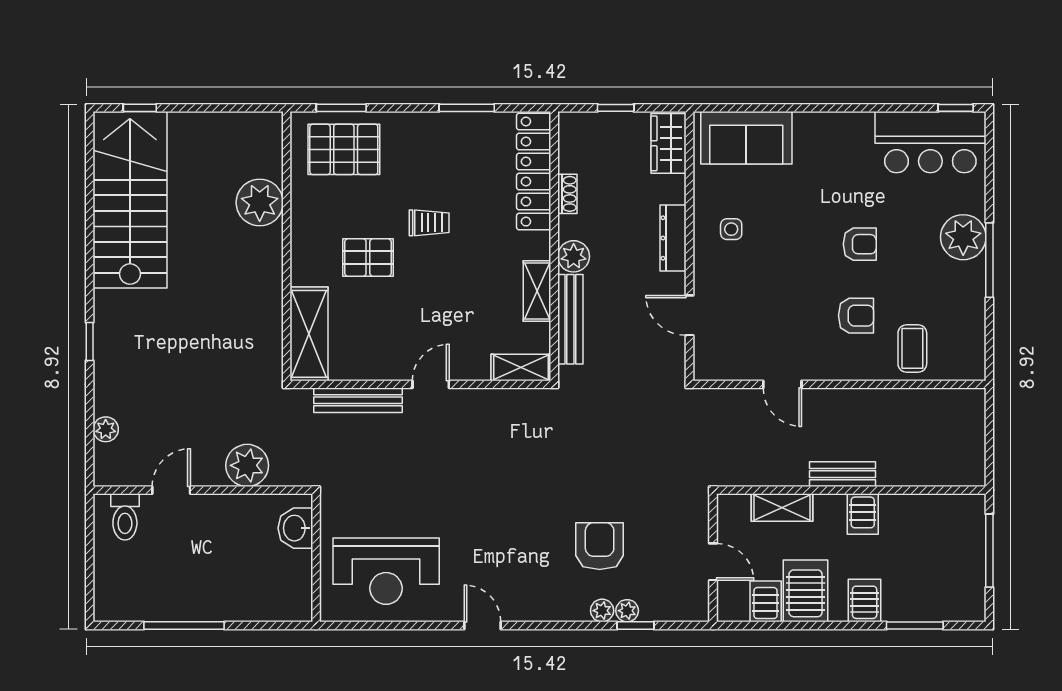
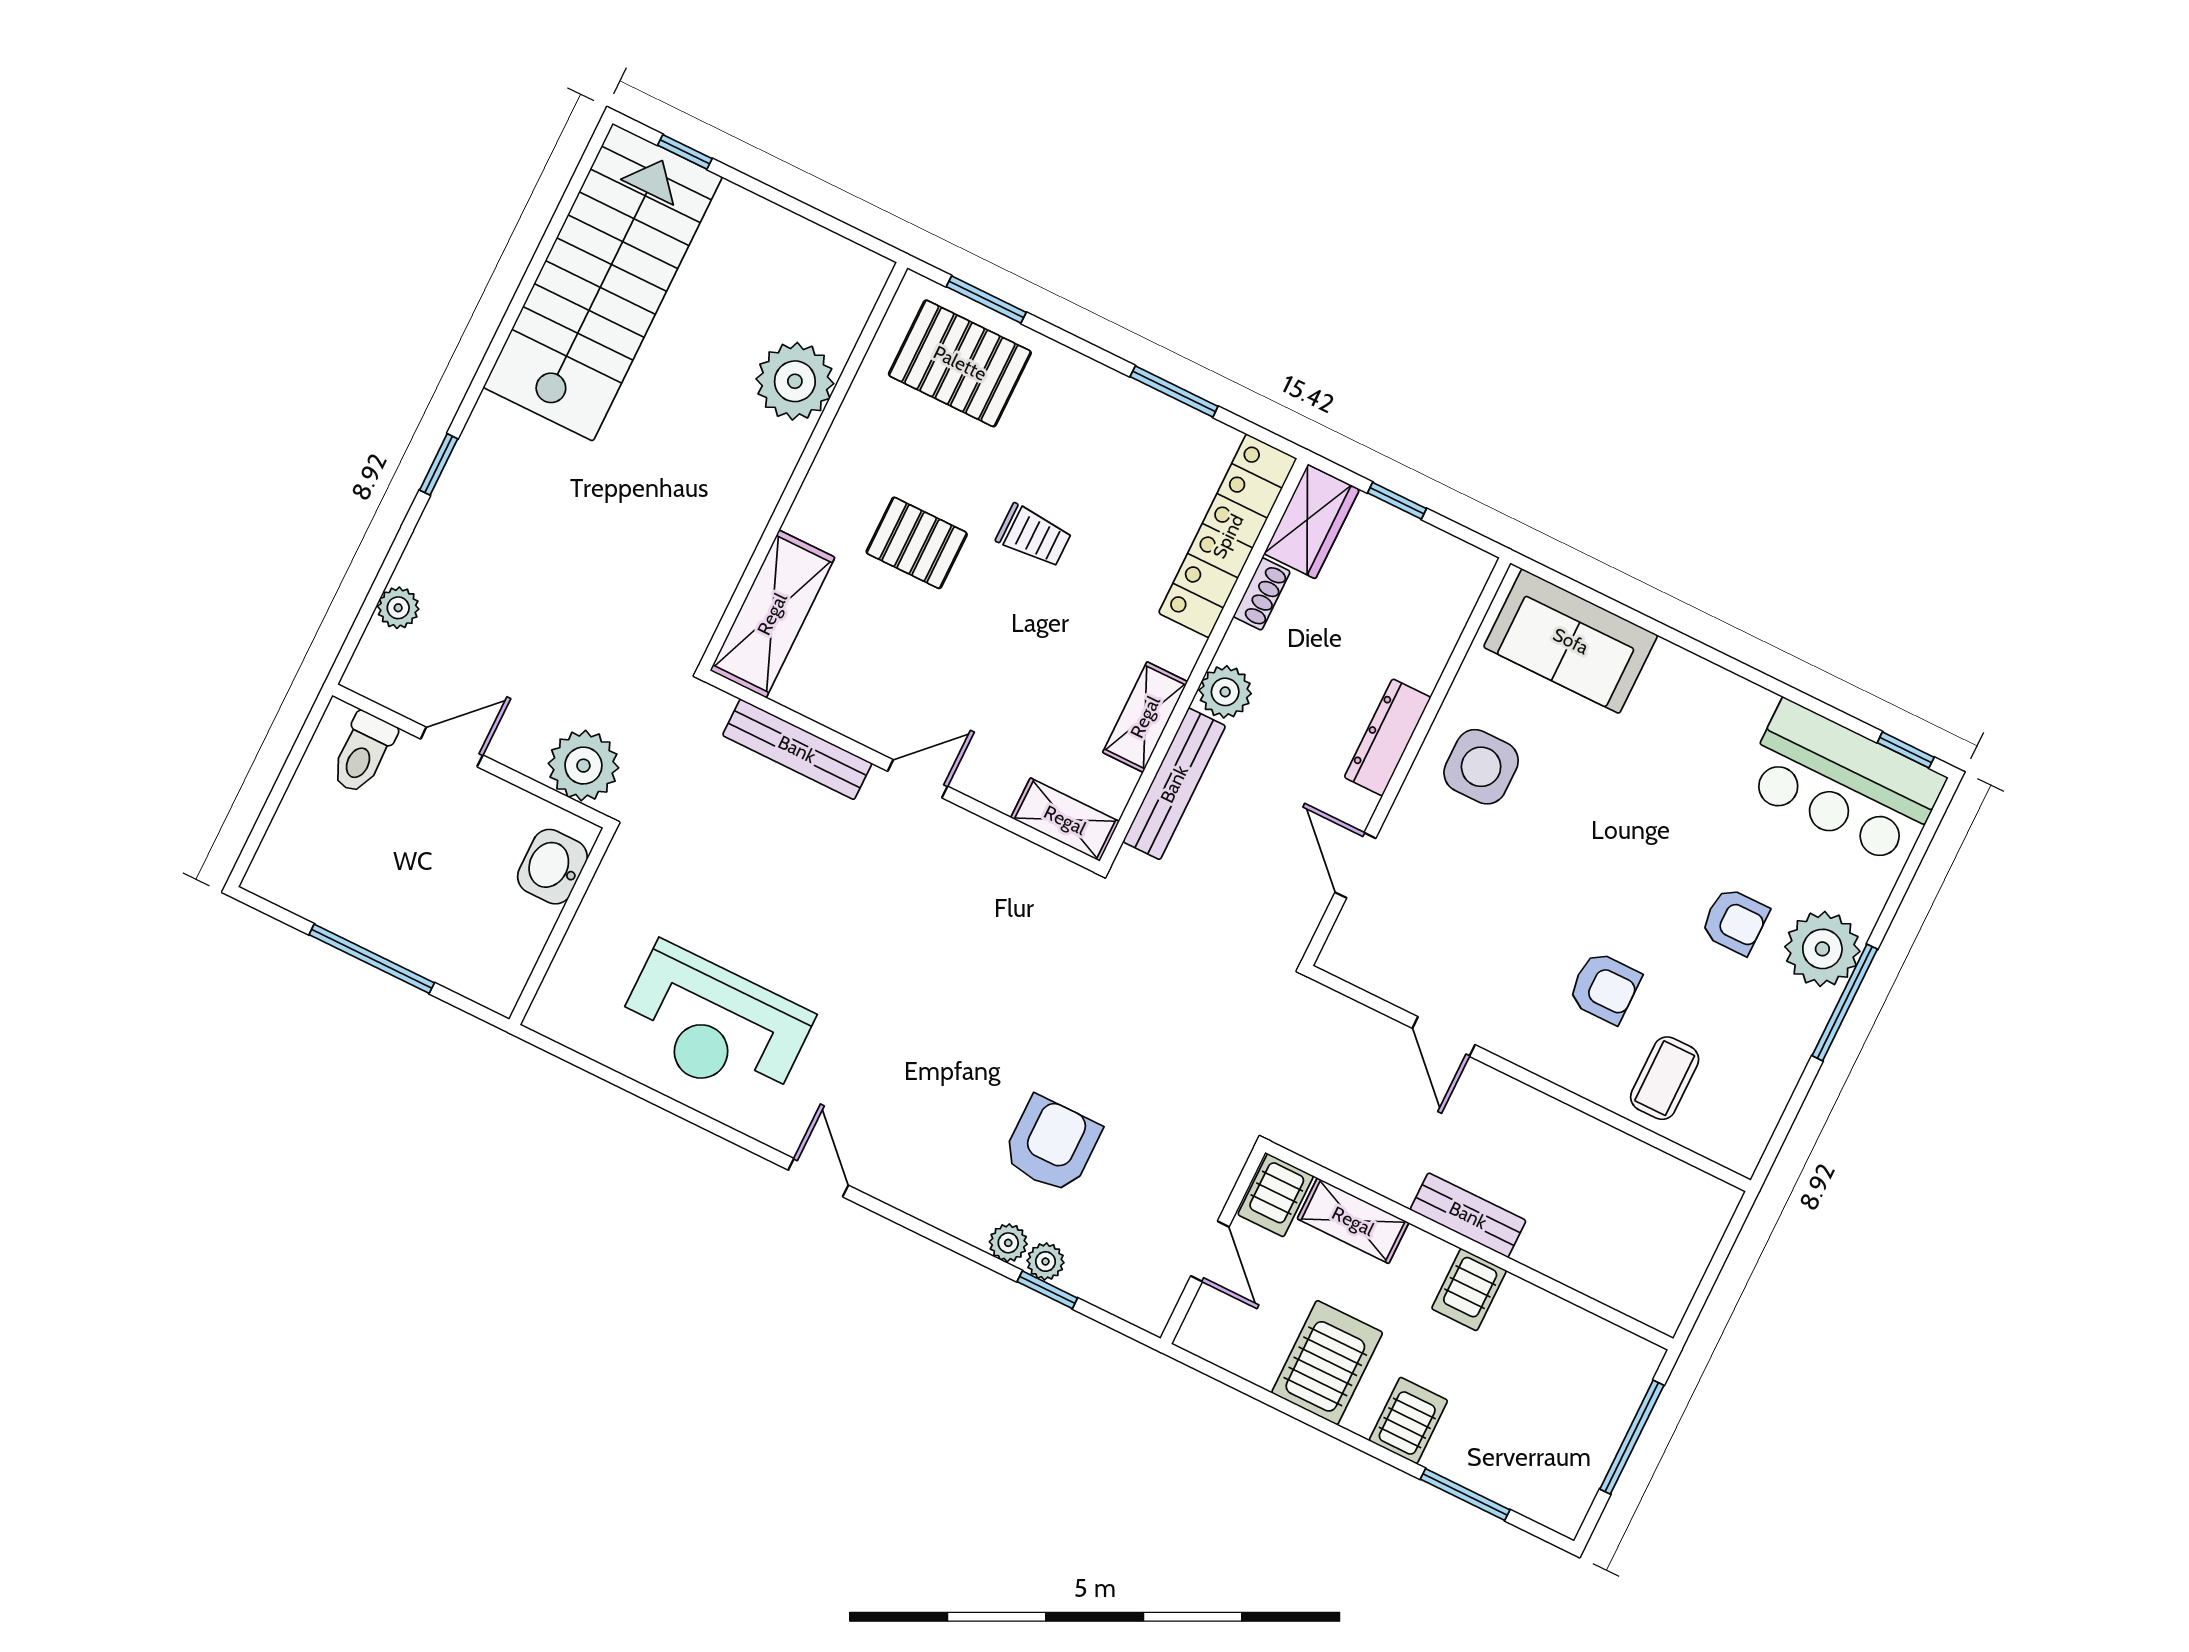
wardrobe: (669, 143) -> (1312, 522), moved, turned 180
side table: (731, 229) -> (1481, 767), width x1.87, depth x1.87
armchair: (860, 244) -> (1735, 921), moved
washbasin: (295, 528) -> (552, 867), moved
wall: (316, 558) -> (562, 926), moved
server rack: (766, 601) -> (1276, 1195), moved, turned 180

